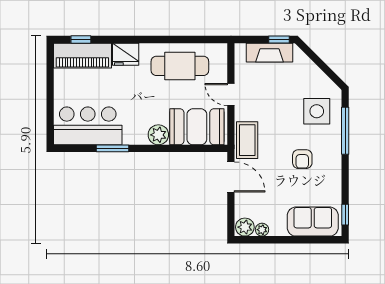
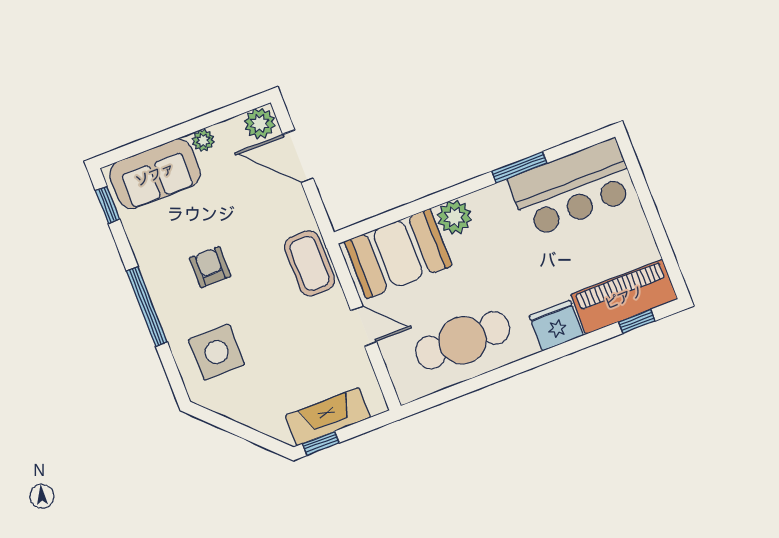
window: (345, 131) -> (147, 307), moved
door: (231, 177) -> (298, 156), moved
plant: (262, 230) -> (203, 140), moved

